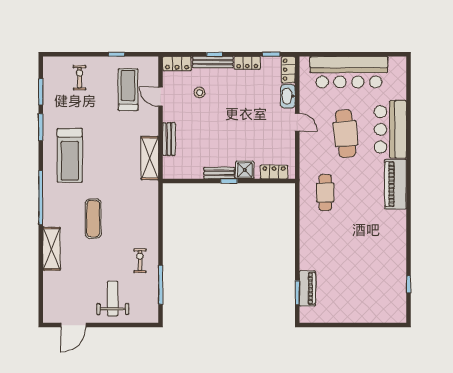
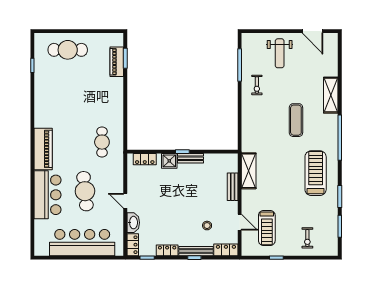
cafe table: (366, 303) -> (68, 50), added
door: (73, 325) -> (313, 31), swing flipped

